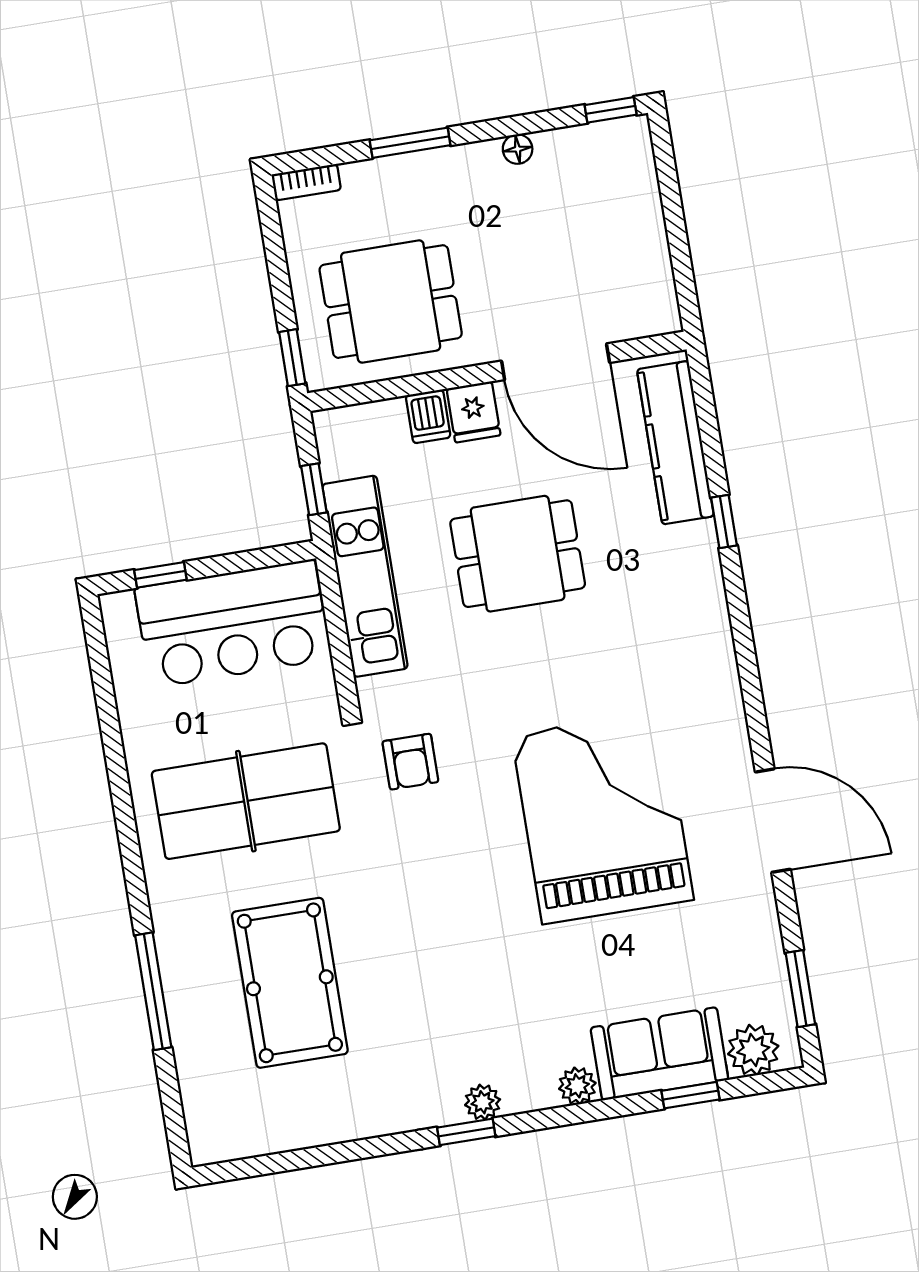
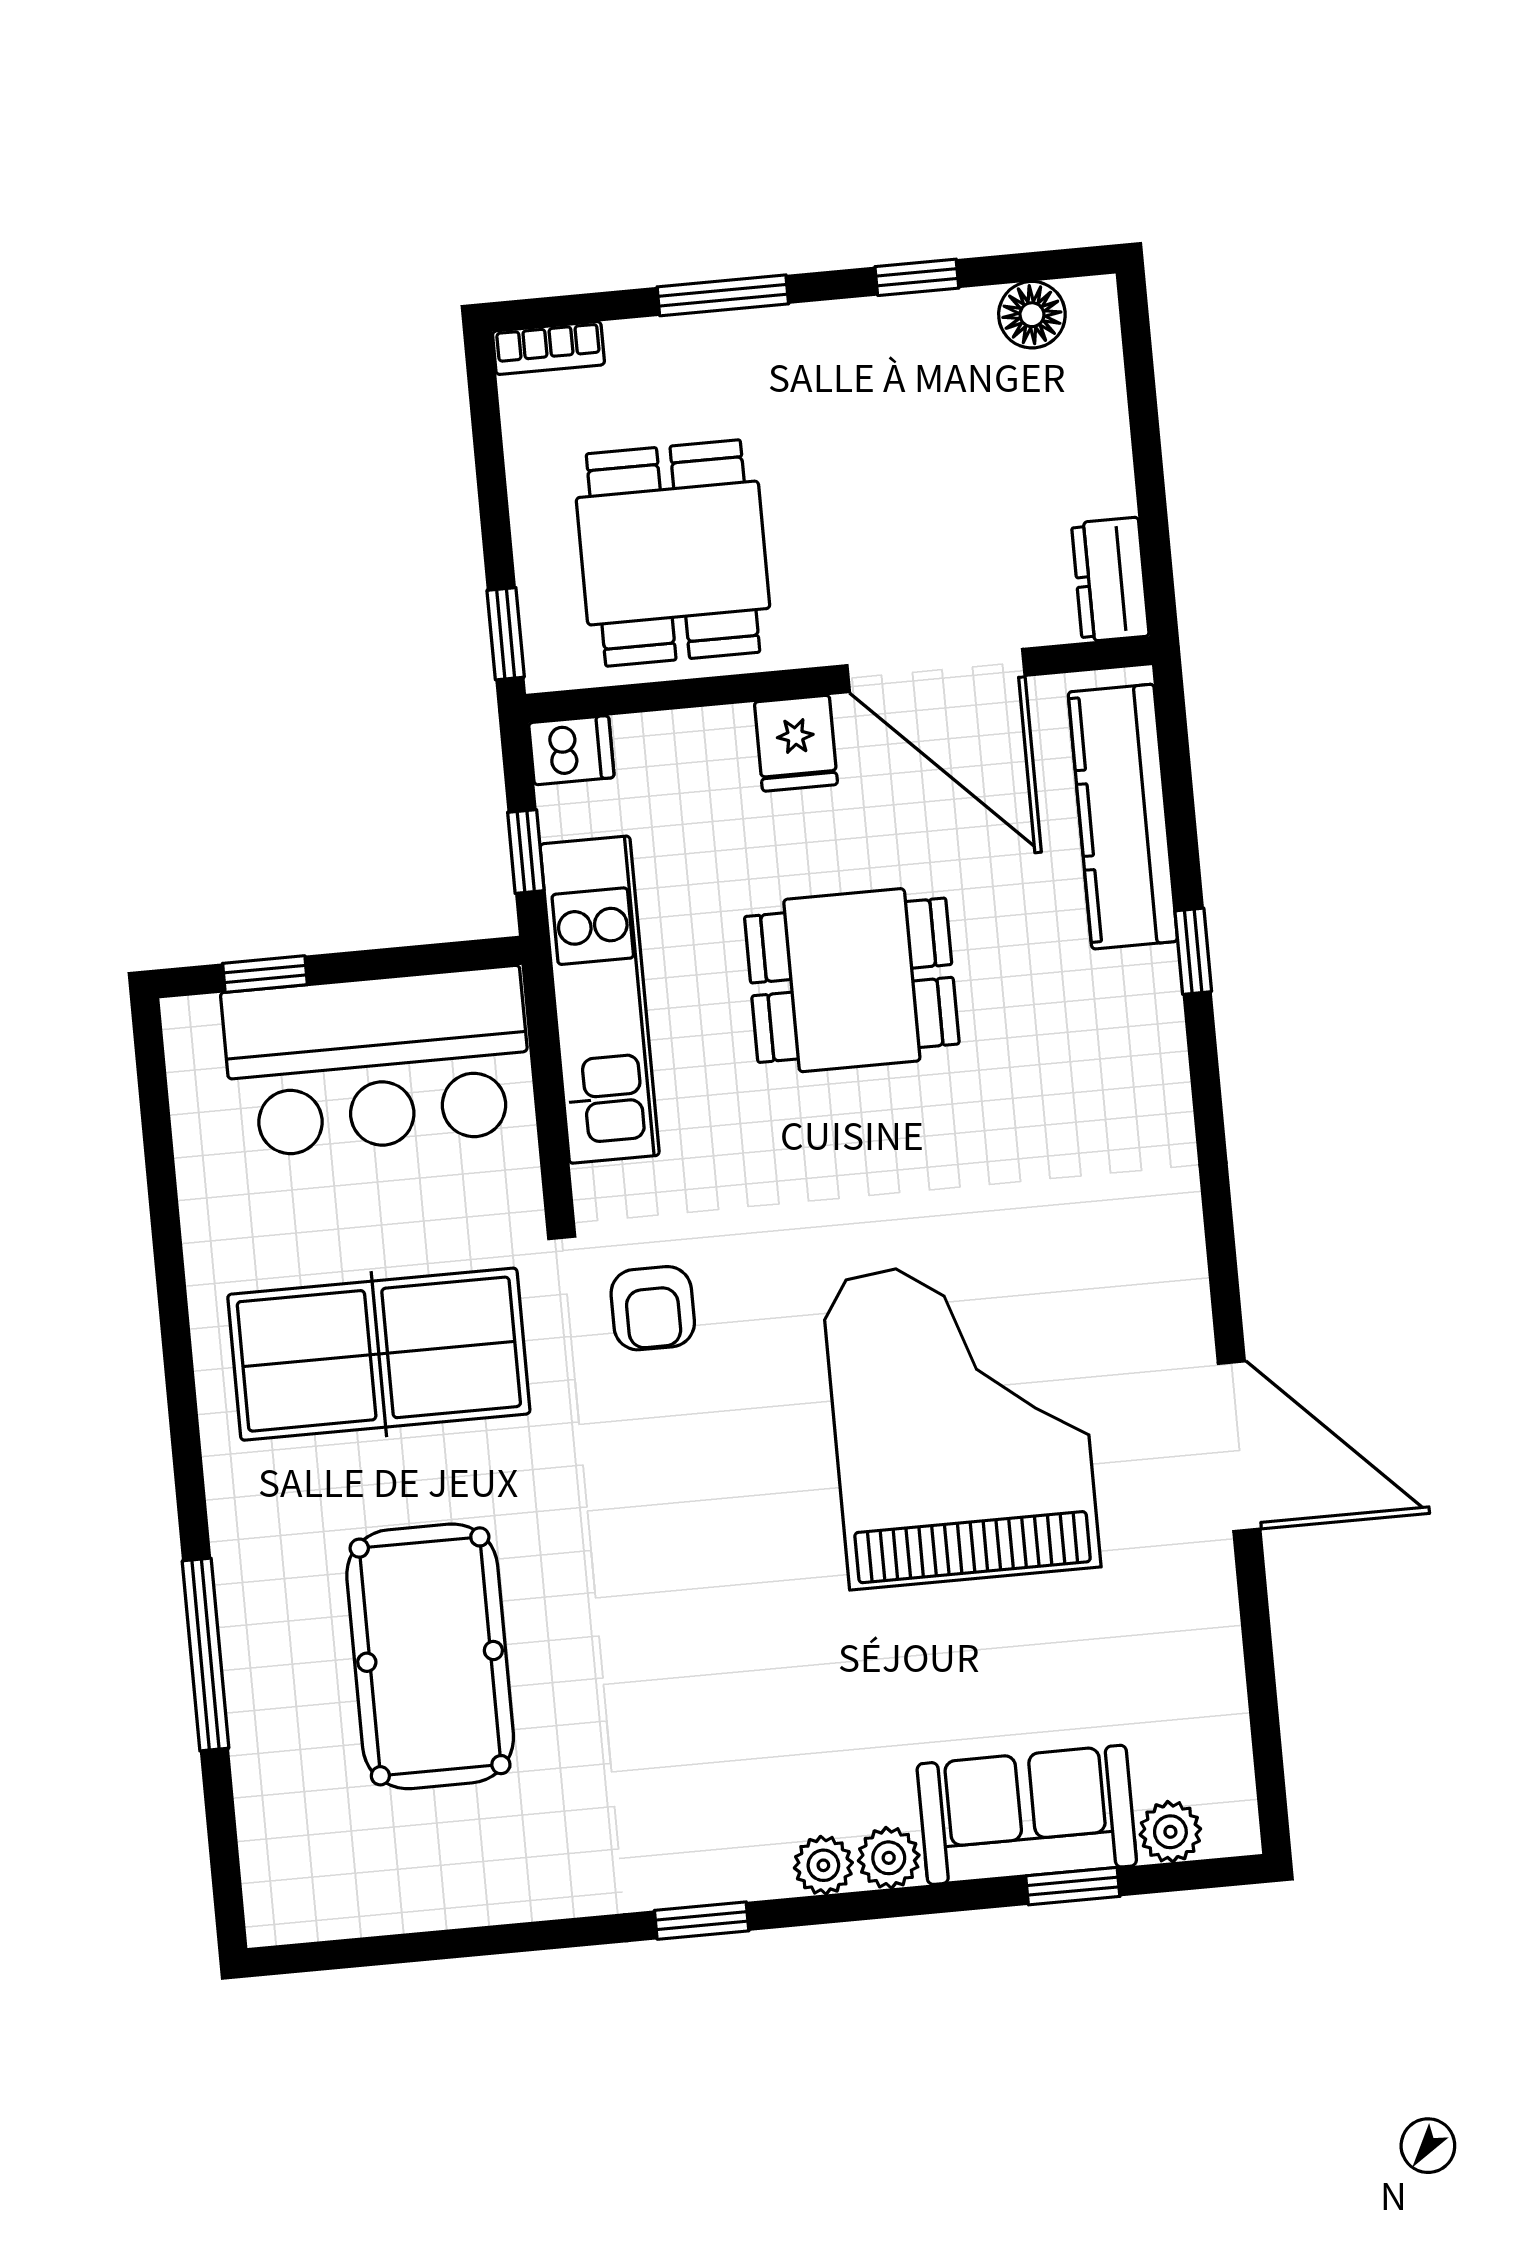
window: (611, 110) -> (917, 277), moved
floor lamp: (518, 149) -> (1032, 315), moved, width x1.37, depth x1.37
dresser: (658, 299) -> (1110, 580), added
dining table: (391, 302) -> (673, 553), turned 90
dishwasher: (428, 416) -> (571, 750), moved, turned -90
window: (800, 989) -> (1265, 1724), removed
plant: (753, 1050) -> (1170, 1832), width x0.73, depth x0.73
plant: (483, 1102) -> (823, 1865), moved

